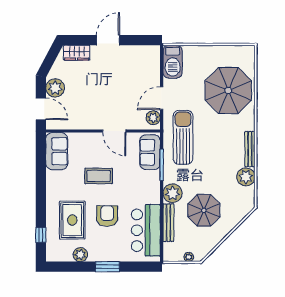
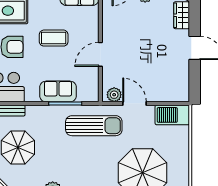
sofa: (150, 152) -> (58, 91), moved
coffee table: (99, 176) -> (54, 38), turned 90
plant: (173, 193) -> (36, 115), removed

